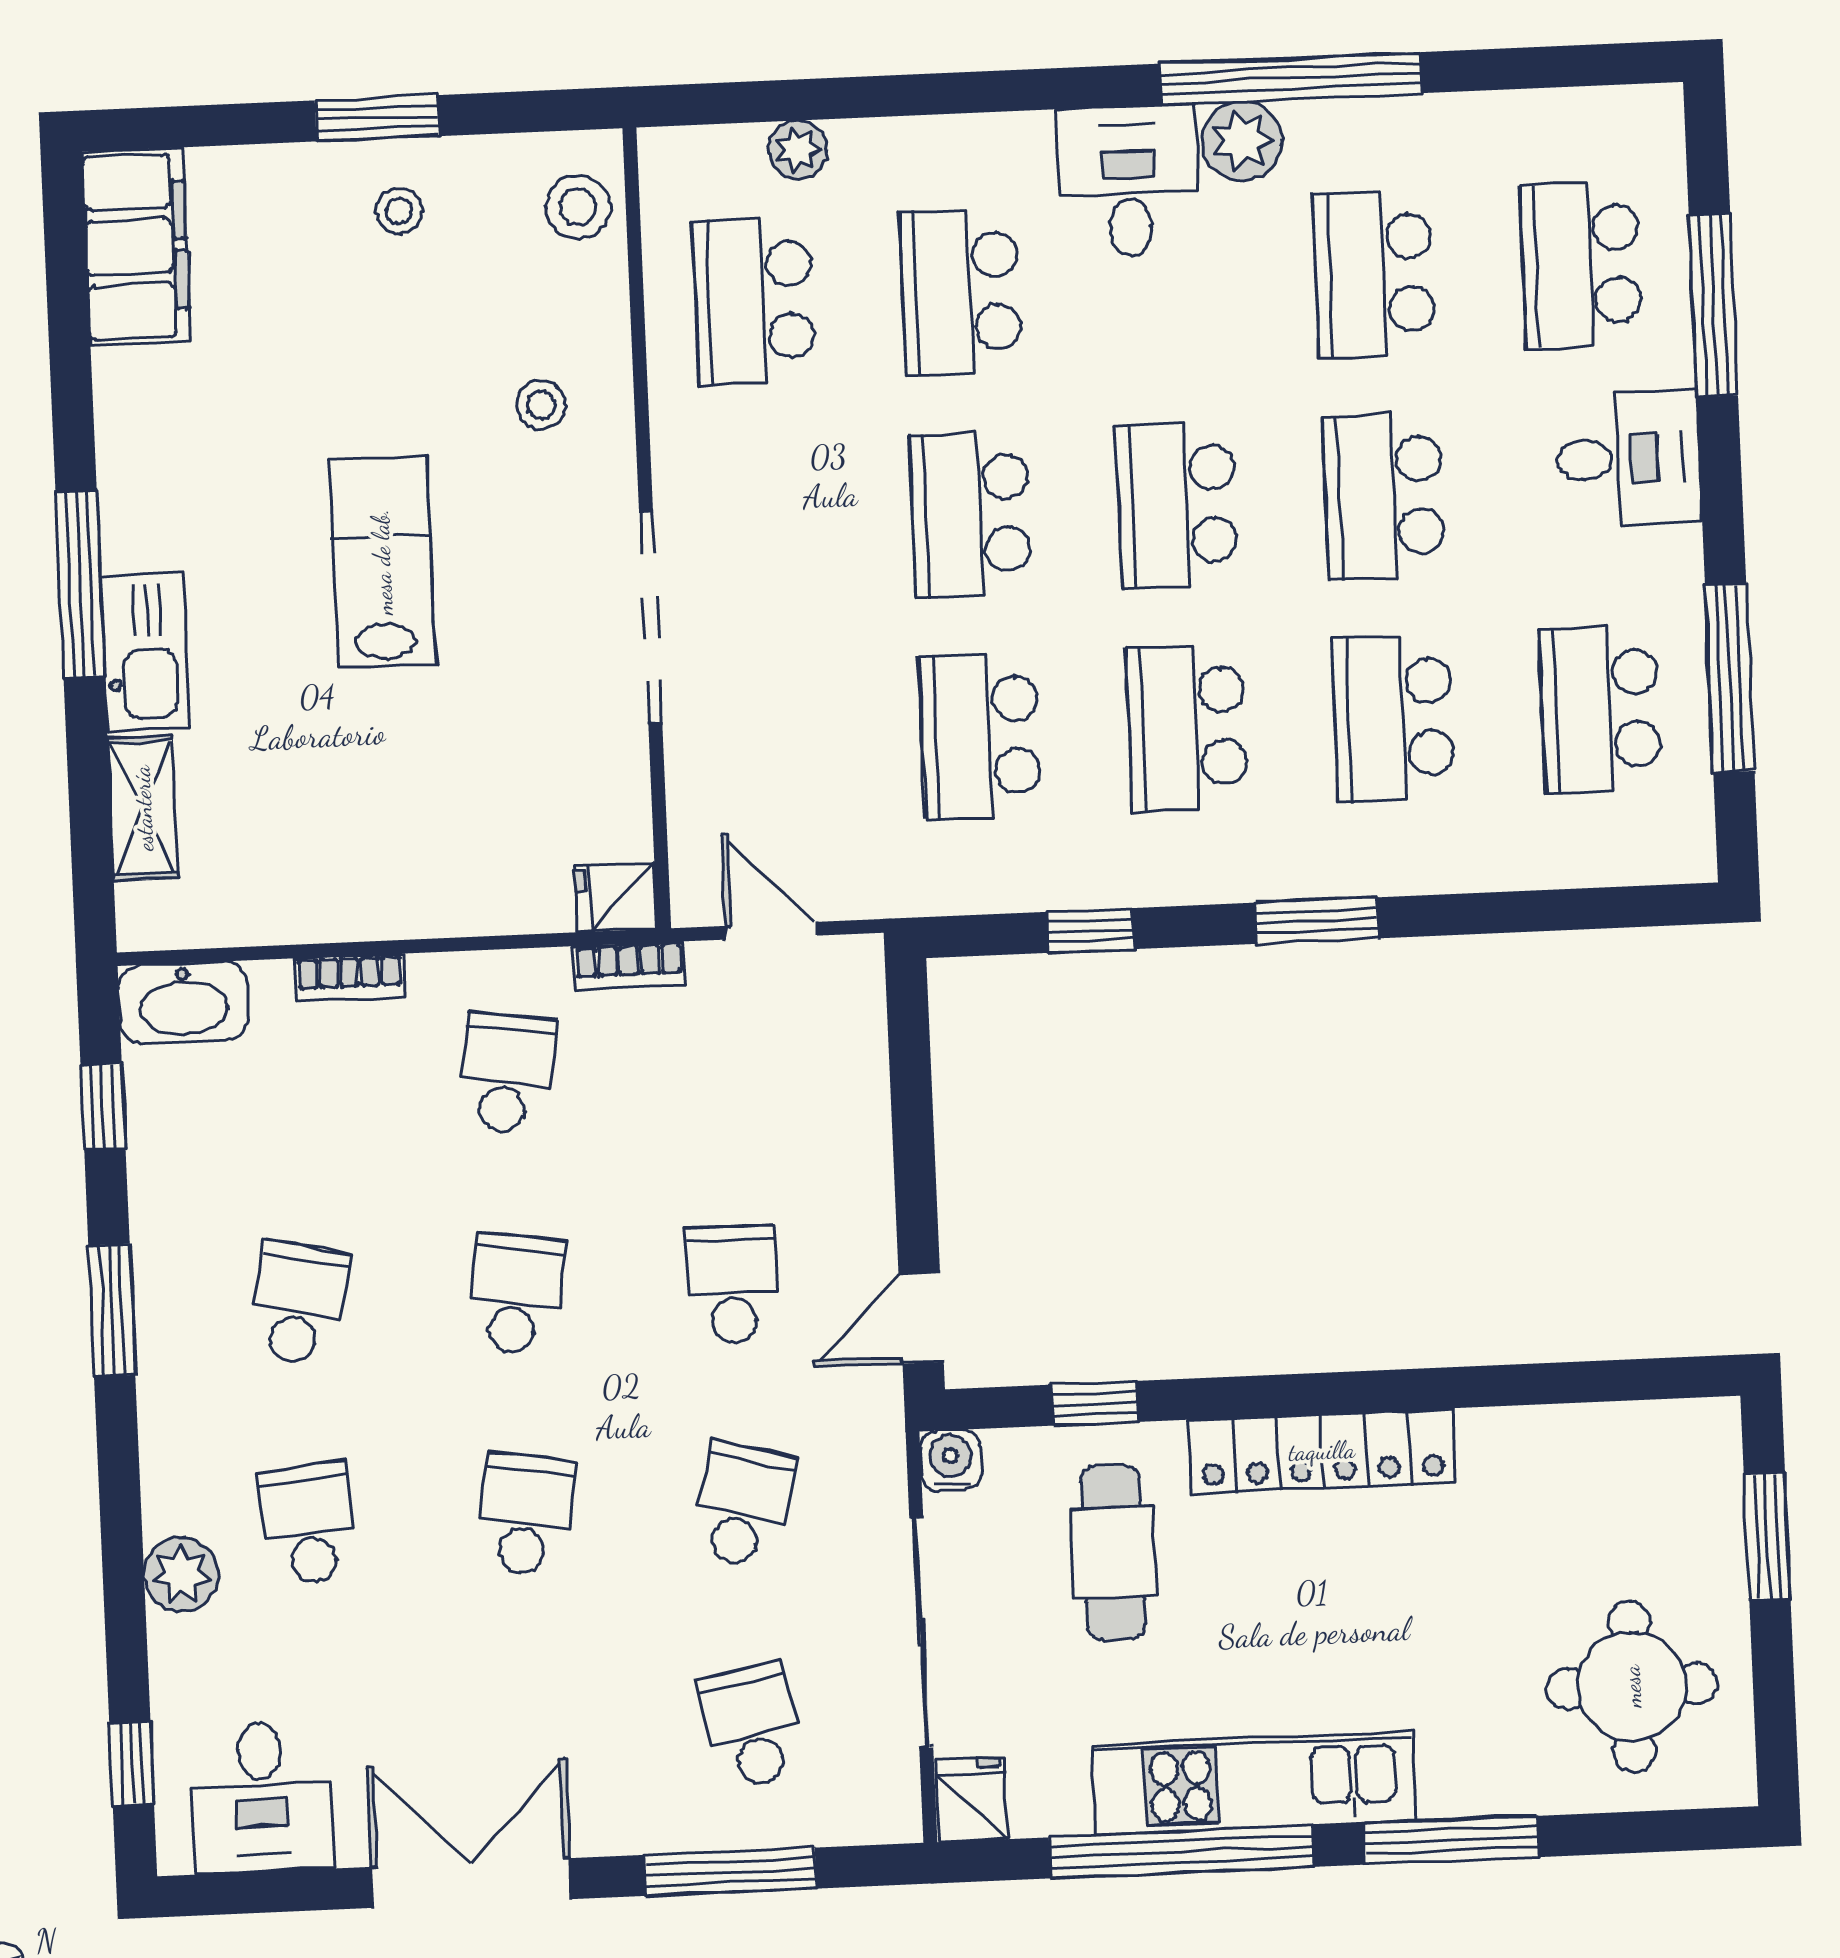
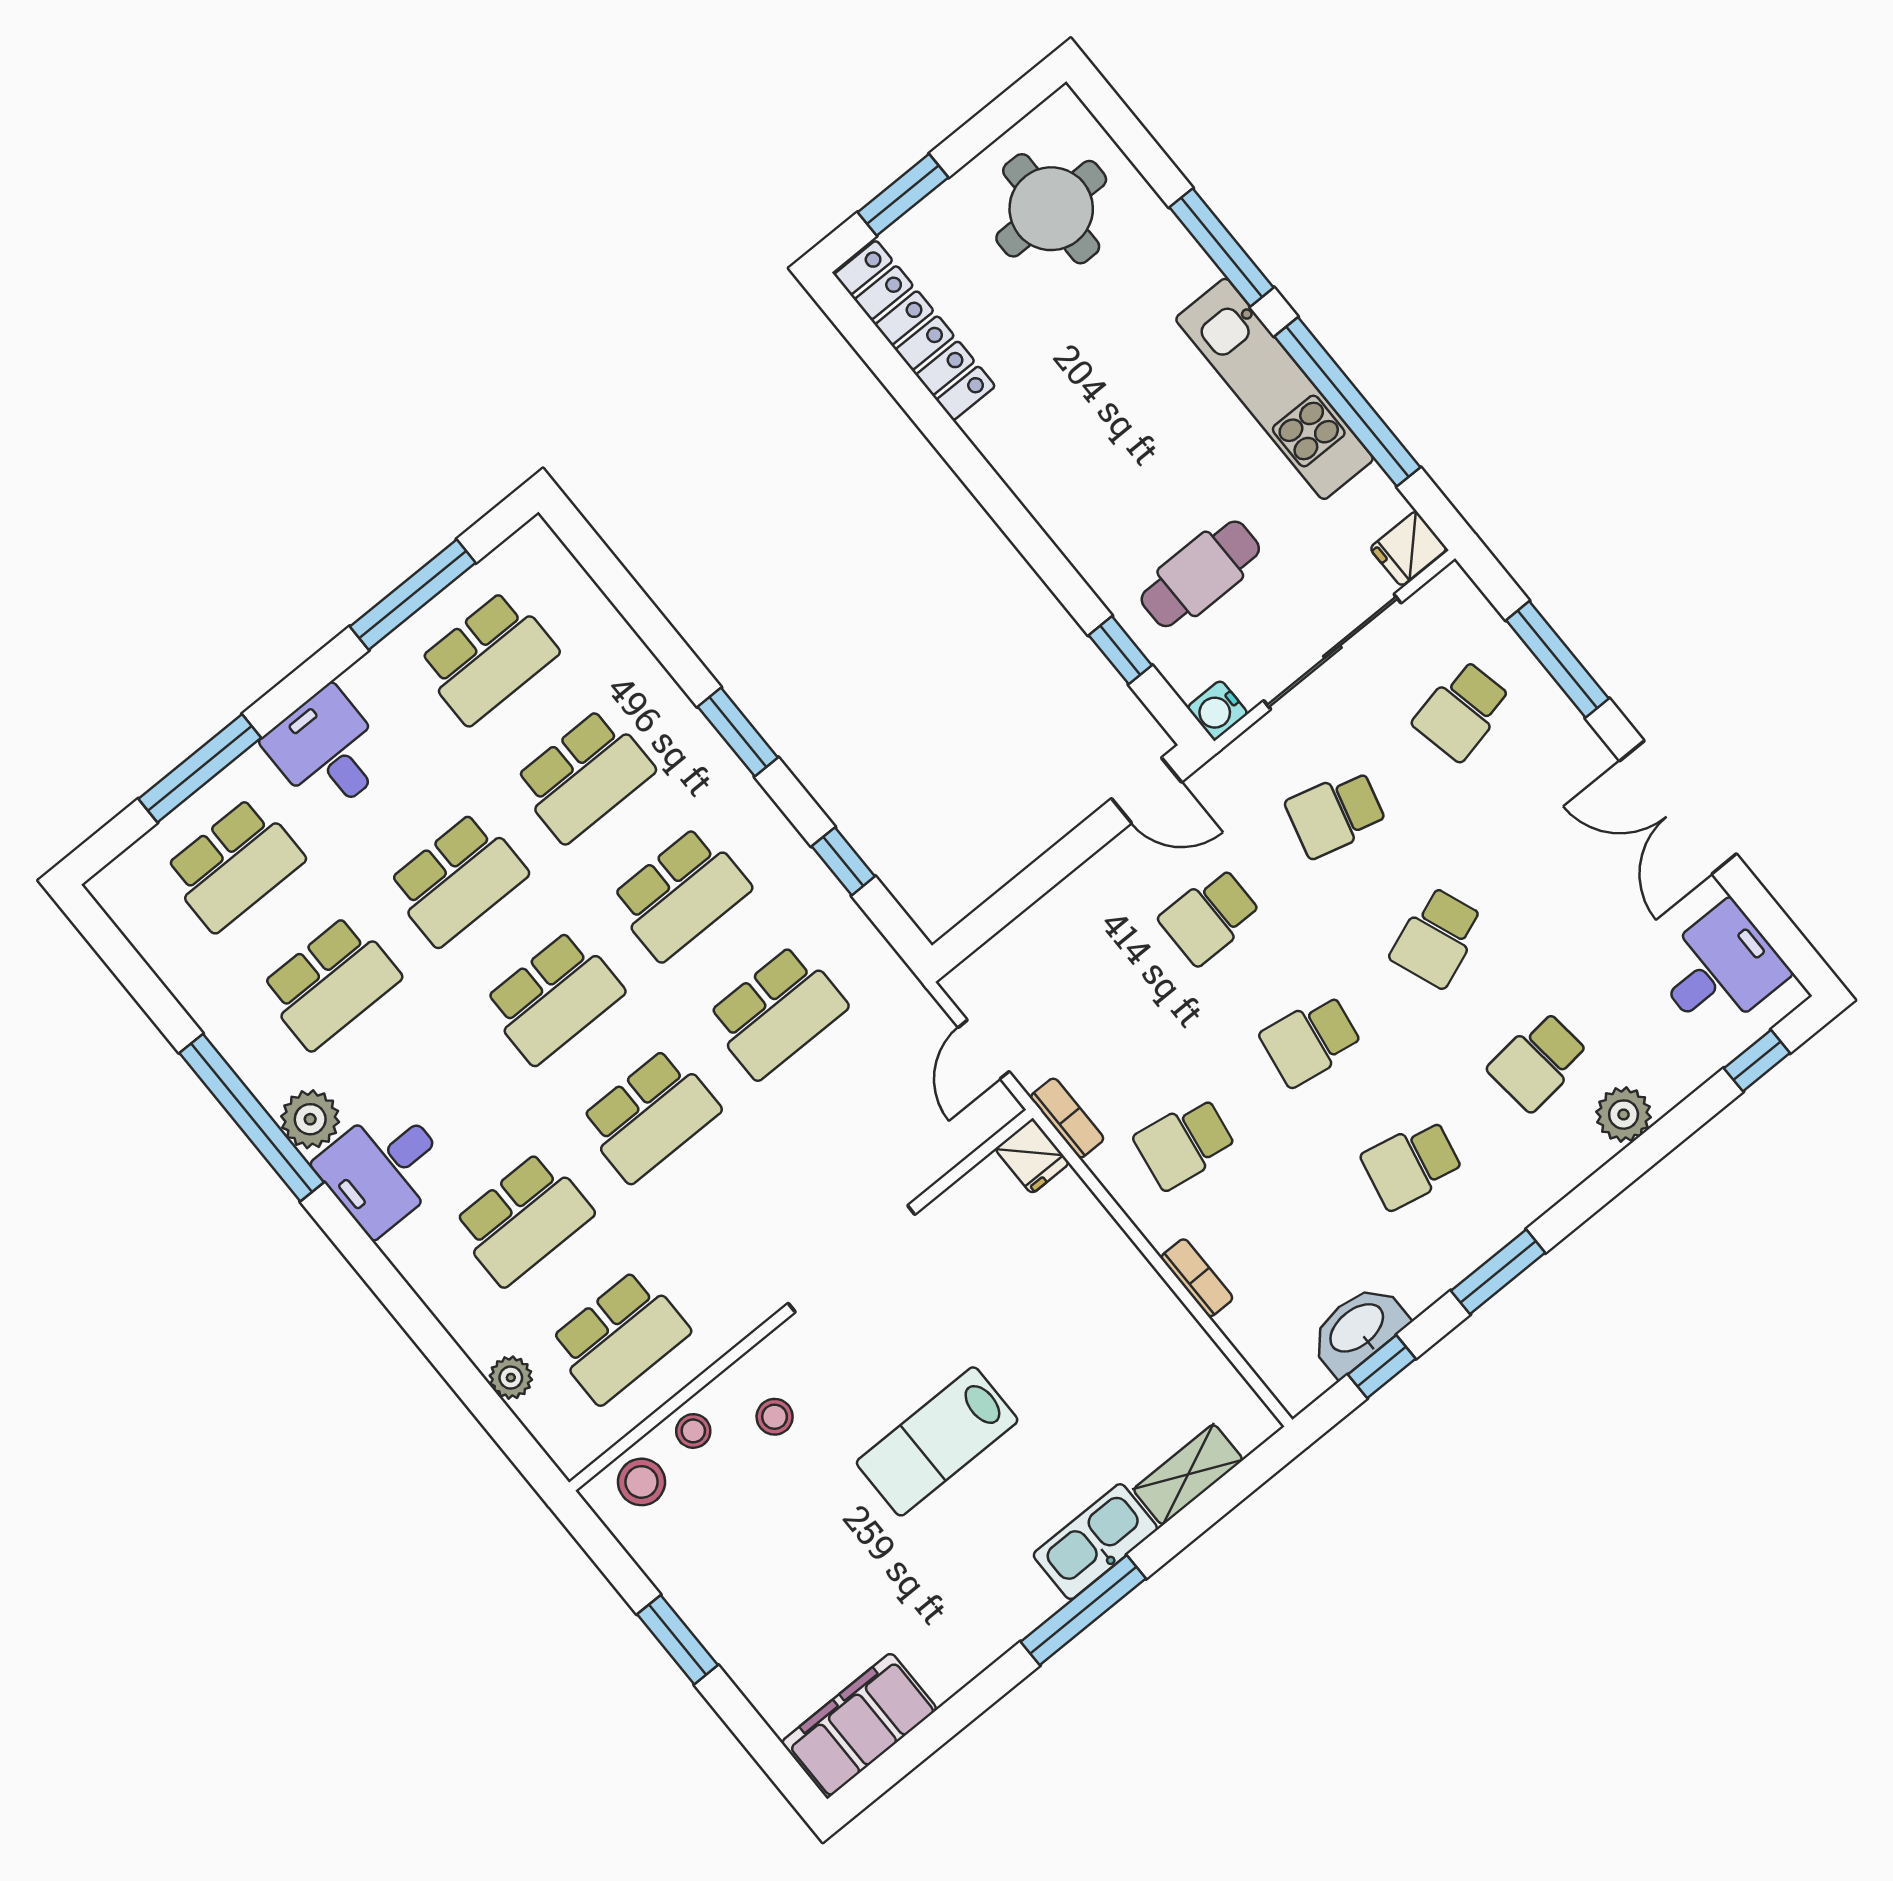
stool: (399, 211) -> (693, 1431), moved
washbasin: (184, 1003) -> (1358, 1329), moved, turned -90
locker: (1322, 1451) -> (915, 330), moved
school desk: (525, 1515) -> (1437, 938), turned -30

